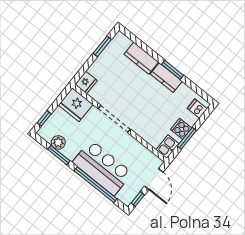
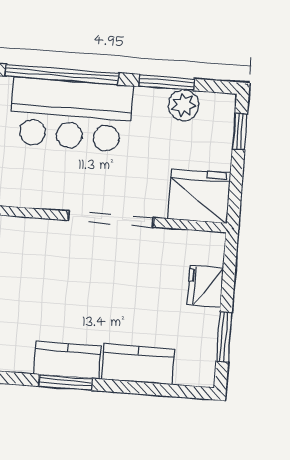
fridge: (86, 82) -> (205, 286), moved

